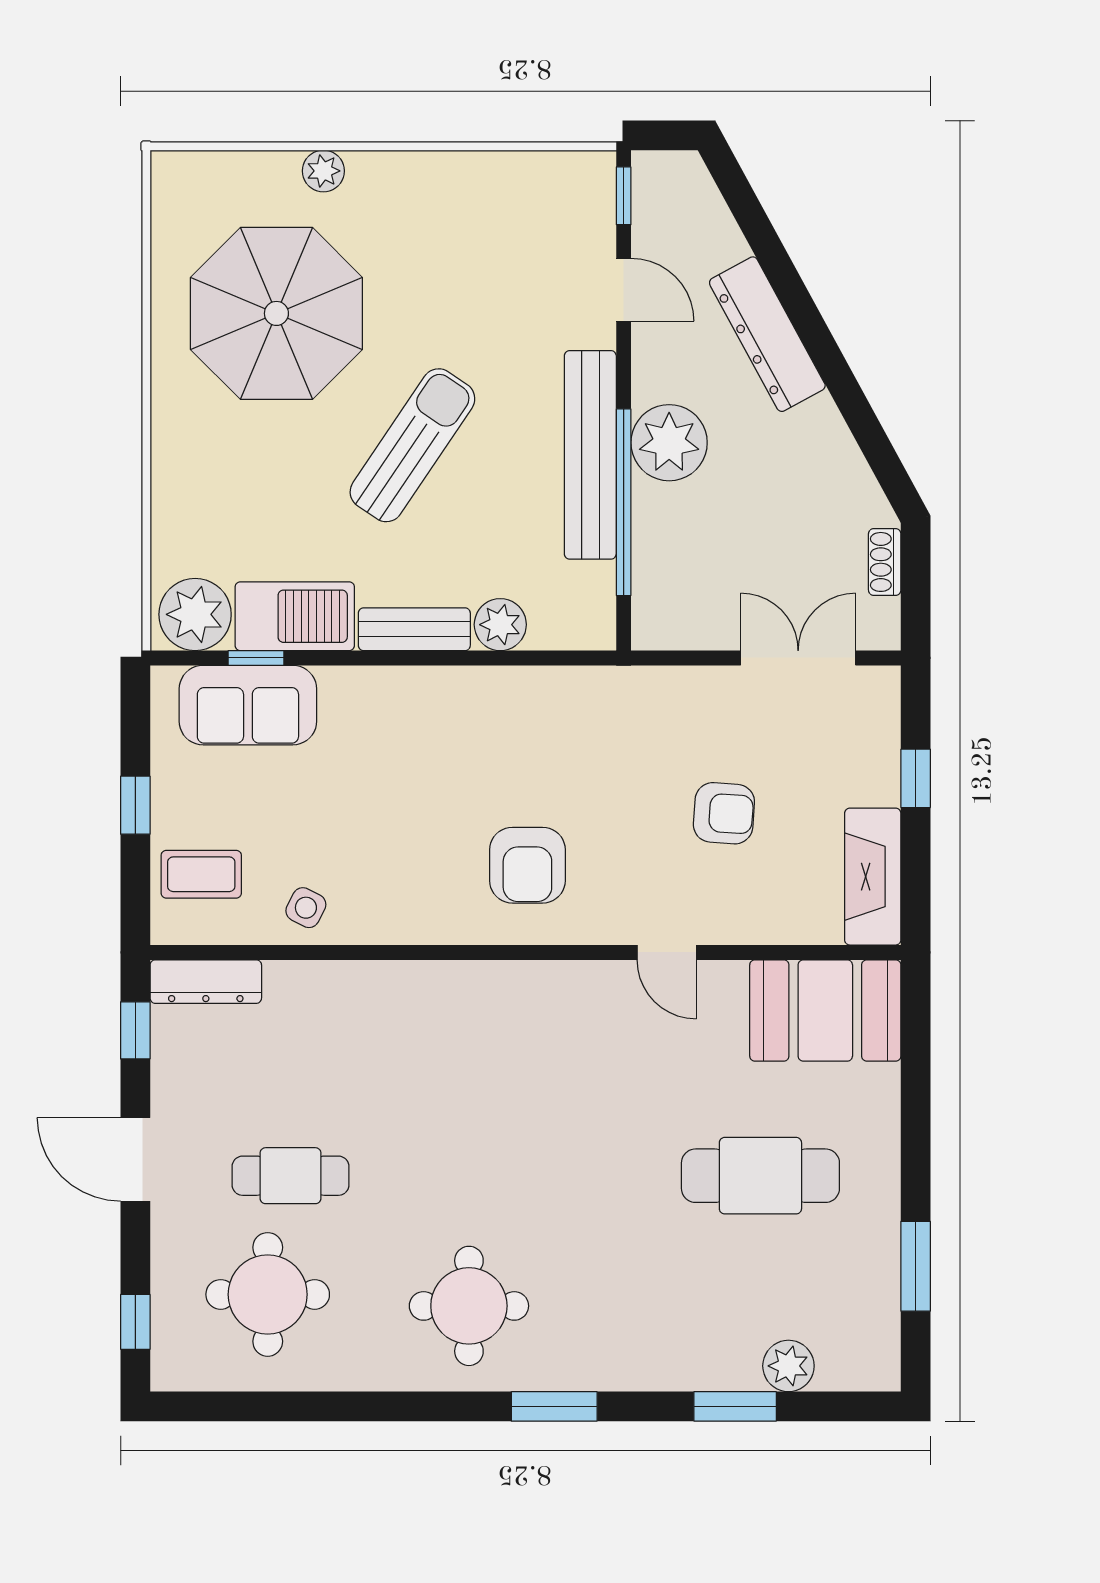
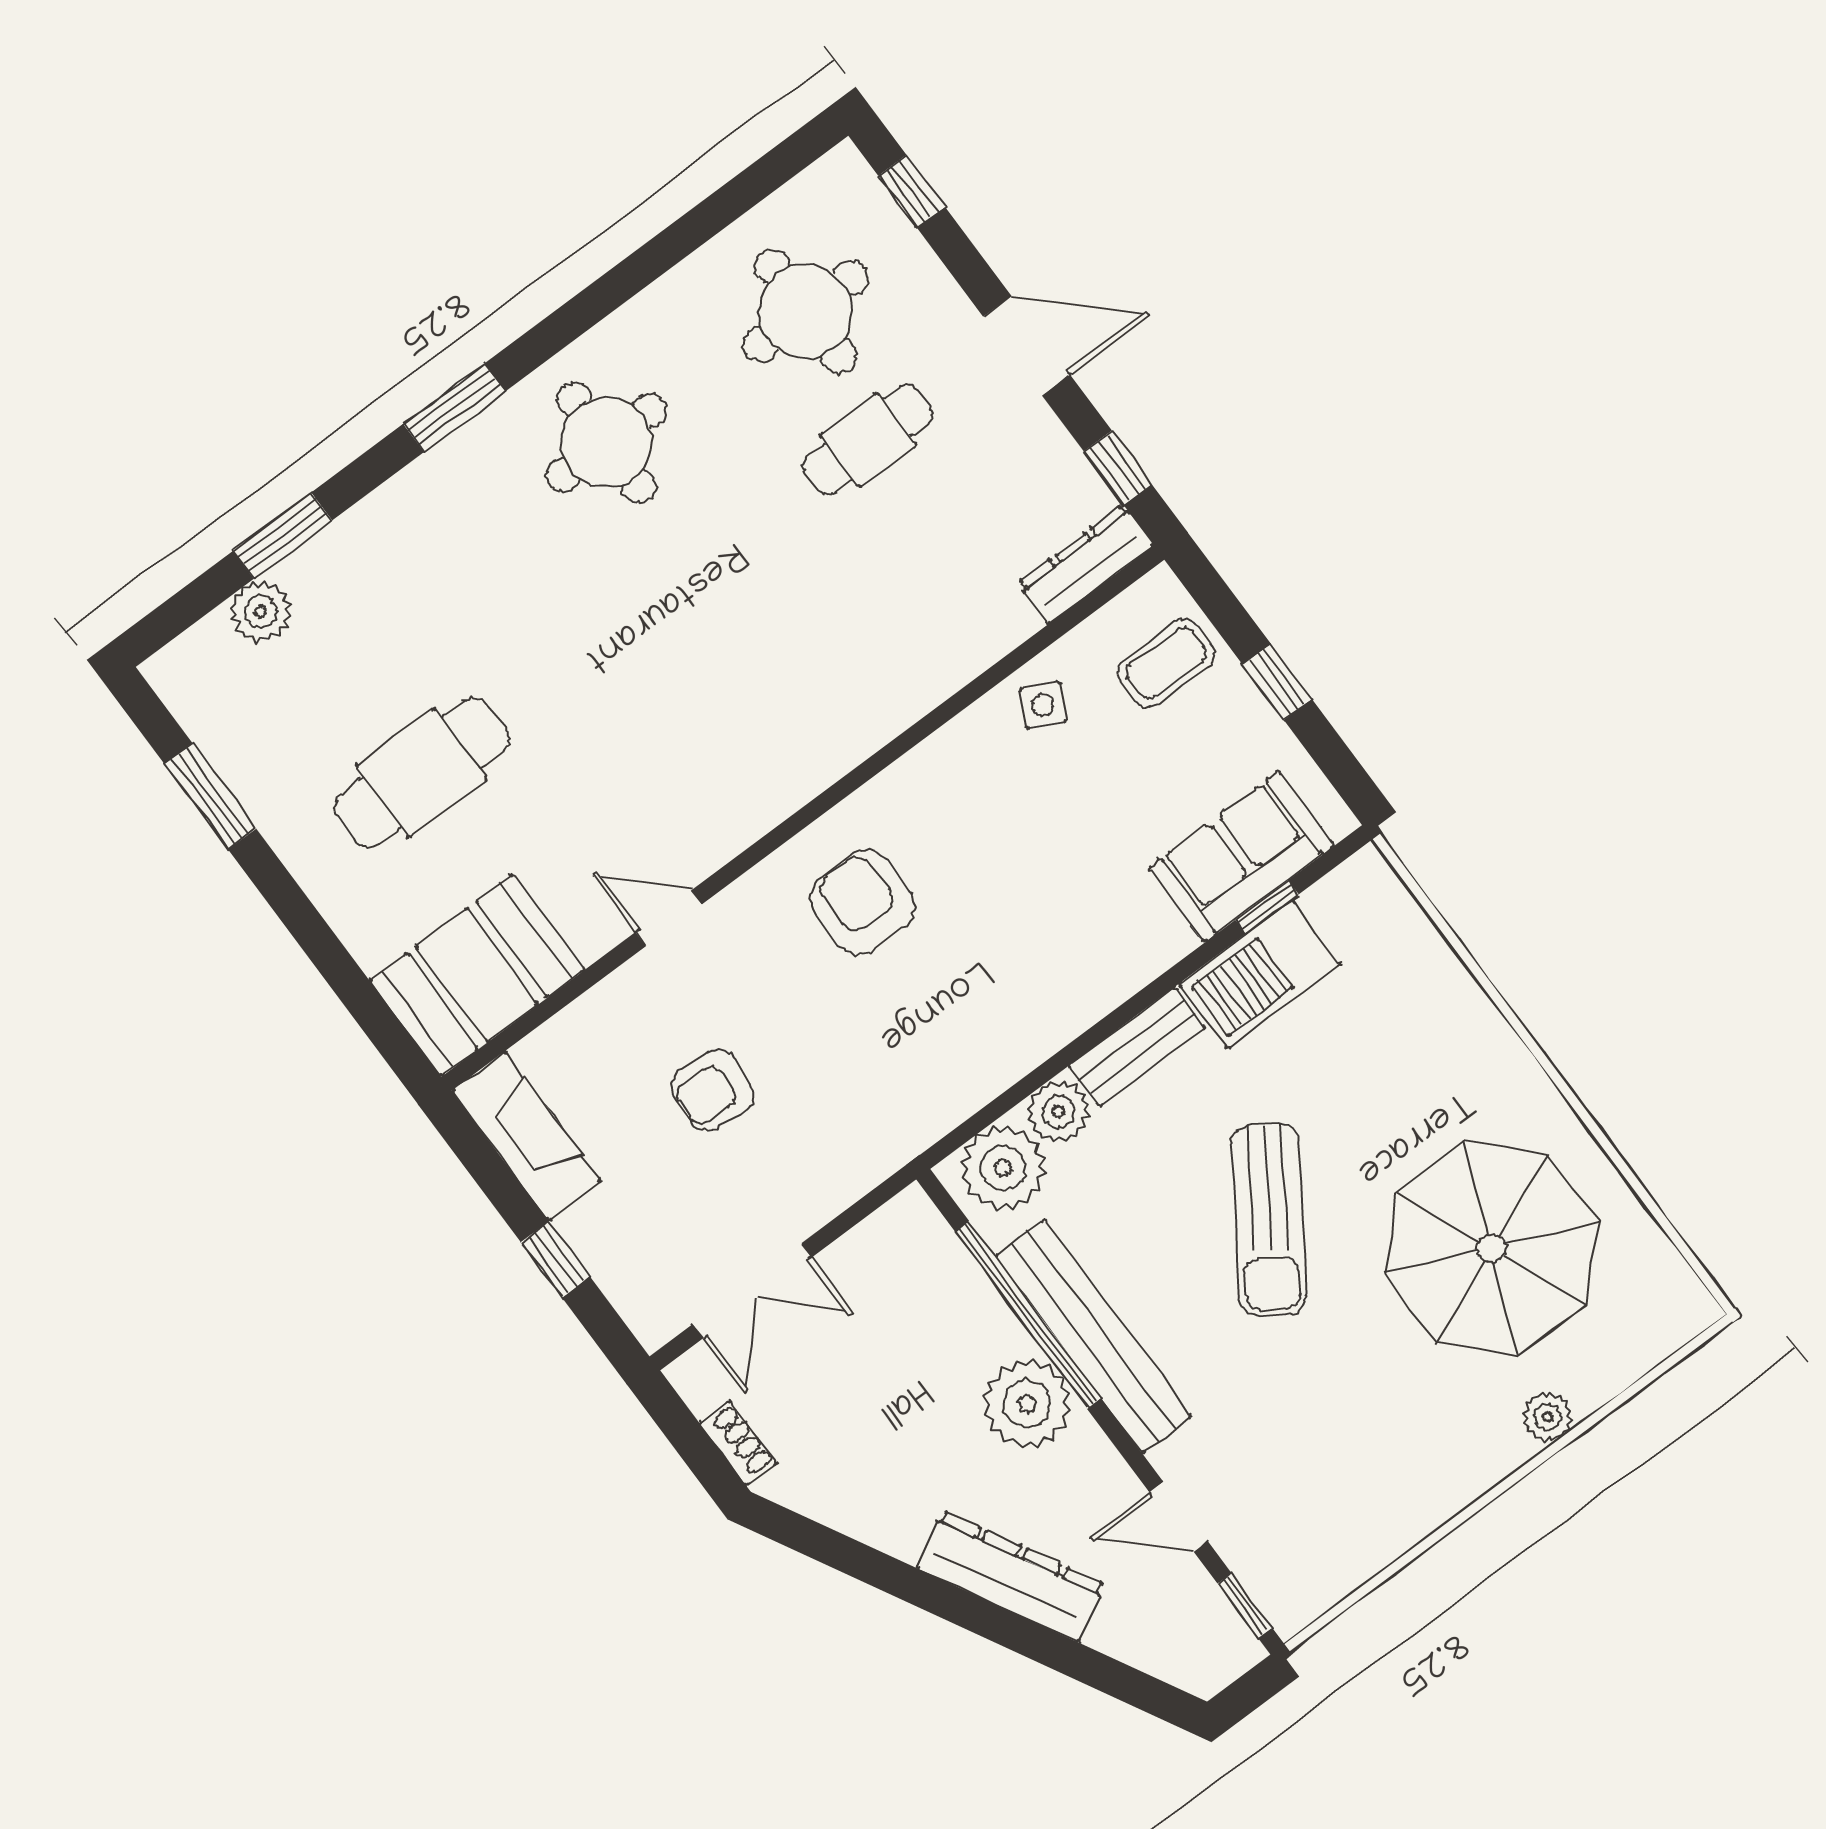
plant: (195, 614) -> (1003, 1168), moved

